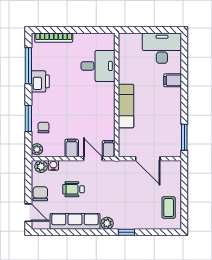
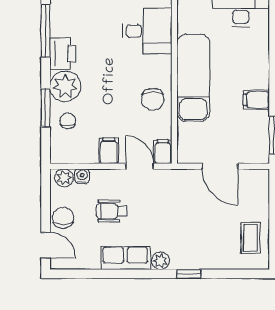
filing cabinet: (173, 80) -> (256, 100), moved
exam couch: (126, 106) -> (193, 78), width x1.36, depth x1.45
chair: (102, 113) -> (153, 99), added
plant: (37, 149) -> (65, 86), moved, width x1.88, depth x1.88
row of seats: (75, 221) -> (125, 258), width x0.68

